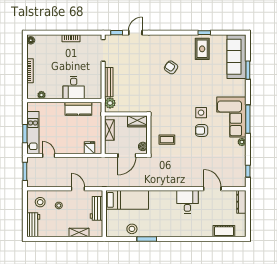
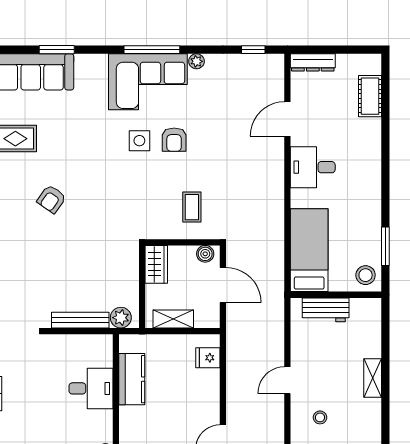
bed: (127, 200) -> (309, 250), moved
workbench: (96, 208) -> (326, 310), moved
wall: (104, 214) -> (336, 295), moved

